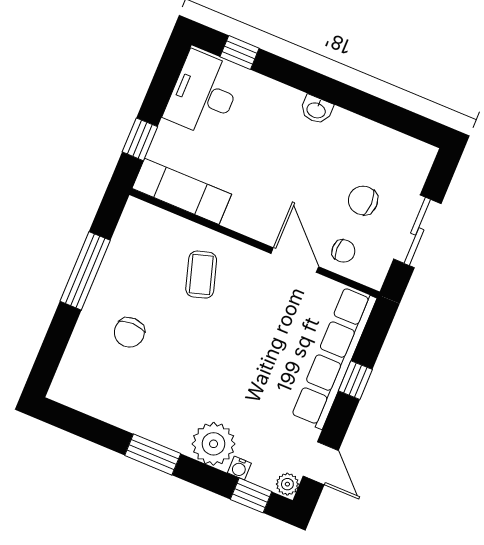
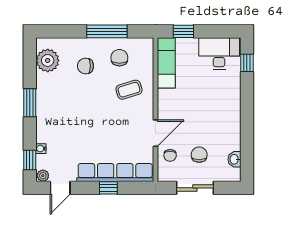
washbasin: (316, 110) -> (234, 159), moved
chair: (139, 268) -> (119, 58), added
plant: (214, 444) -> (48, 60), moved

